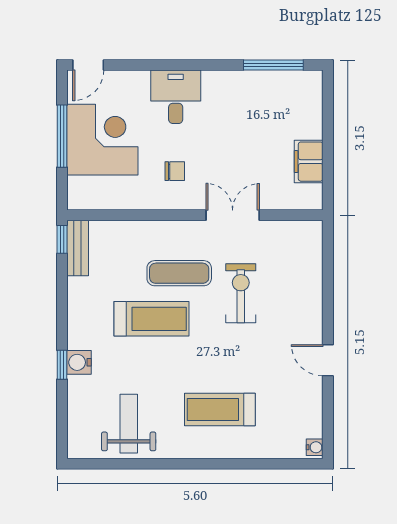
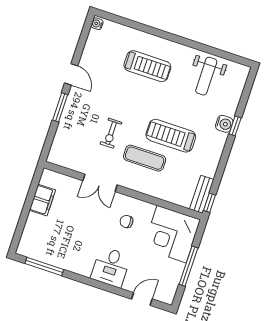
door: (88, 65) -> (142, 299), moved
corner desk: (102, 140) -> (172, 234), moved
exercise bike: (241, 293) -> (111, 133), width x0.73, depth x0.72
window: (328, 306) -> (60, 107), added

